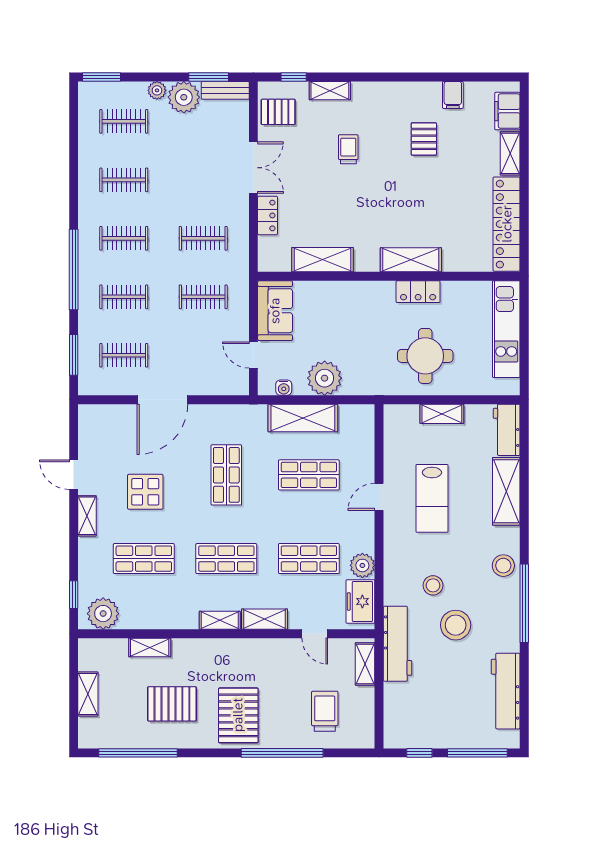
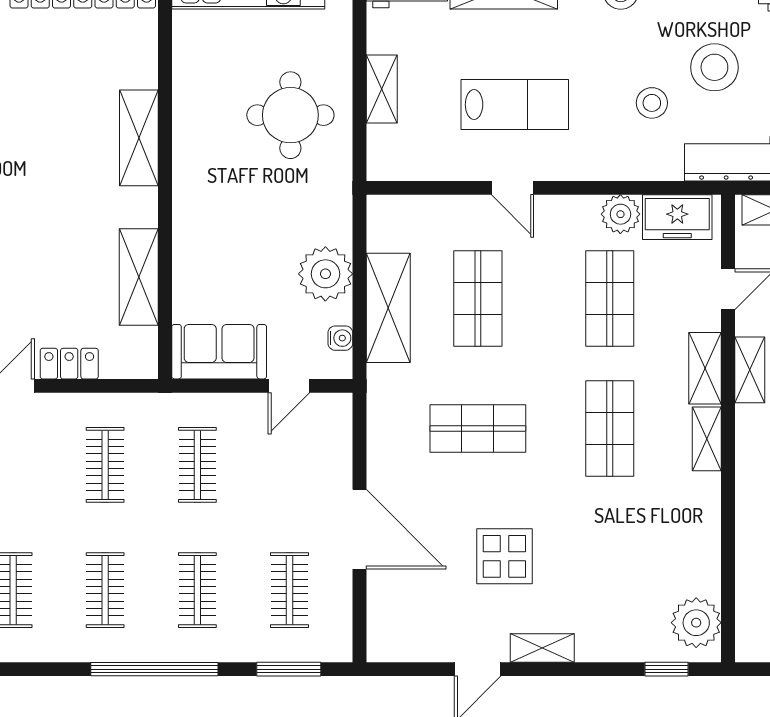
locker: (418, 292) -> (189, 126), removed
shop shelf: (144, 559) -> (610, 559), removed
shelving: (150, 647) -> (750, 370), moved

